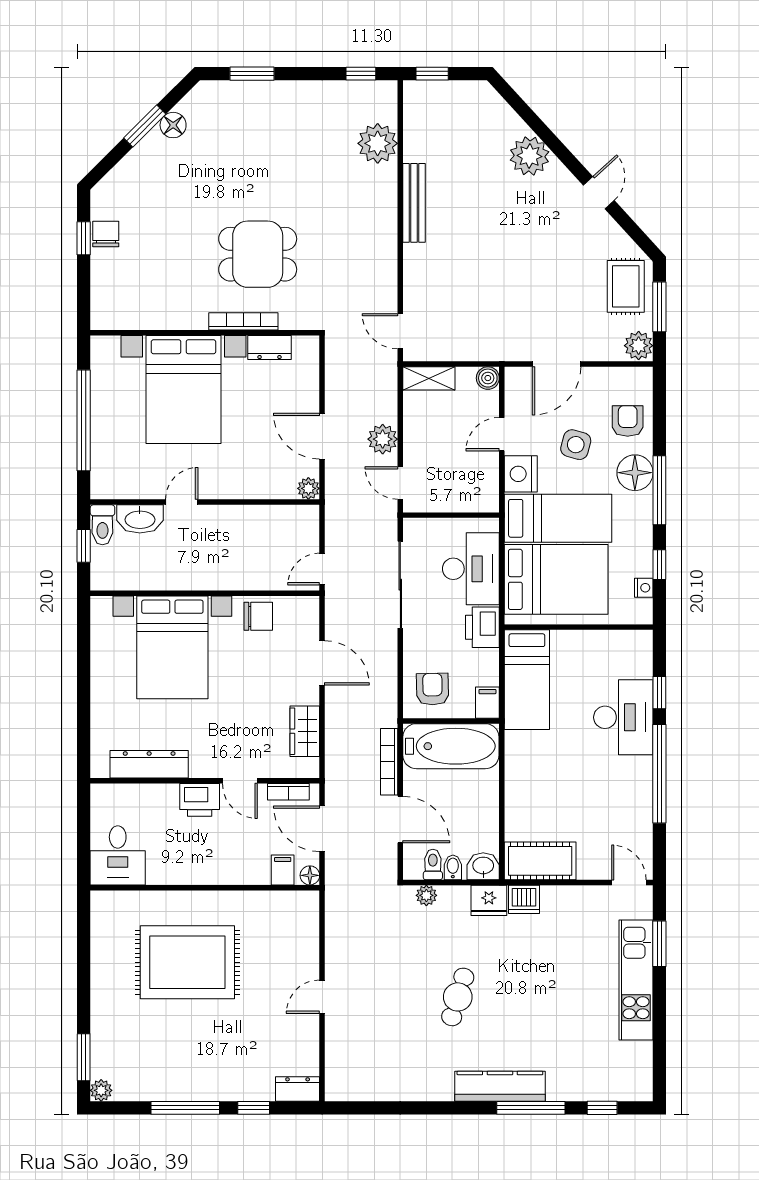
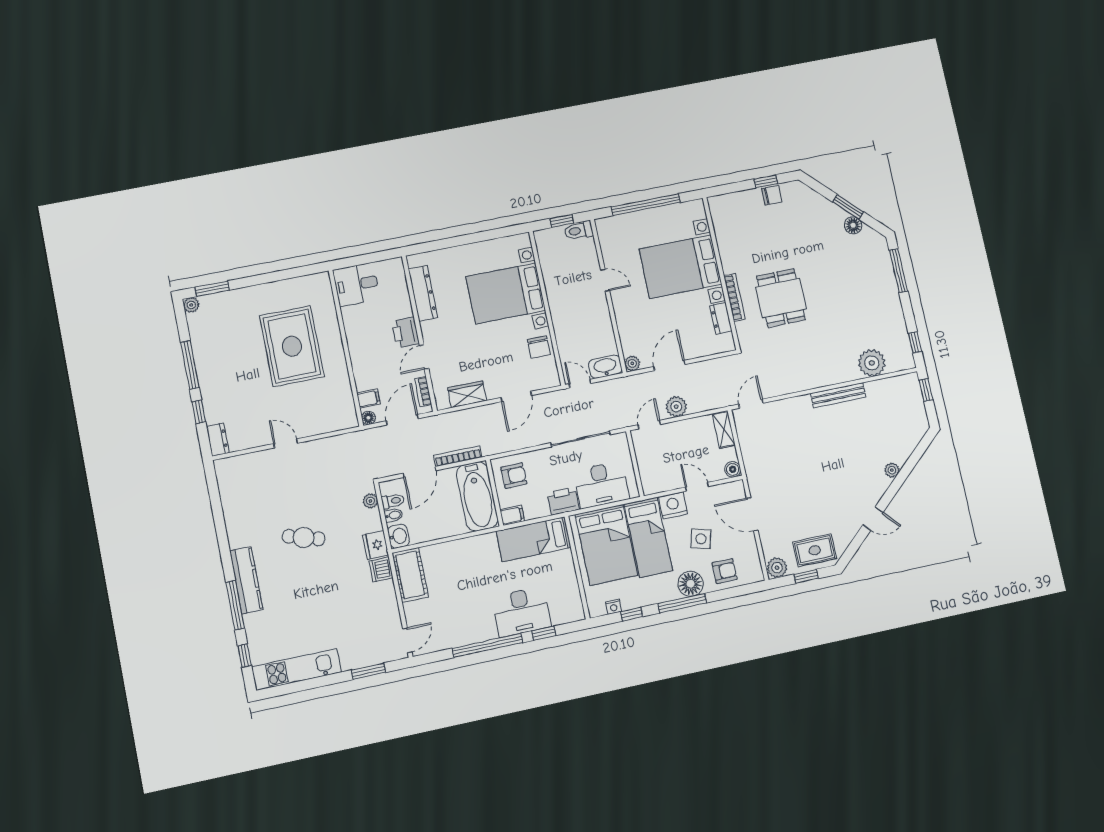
window: (252, 74) -> (898, 271), width x1.44
plant: (529, 156) -> (892, 470), width x0.53, depth x0.53
window: (659, 307) -> (806, 576), width x0.67
washbasin: (140, 519) -> (605, 367), moved, turned 90
kitchen unit: (636, 980) -> (297, 669), moved

